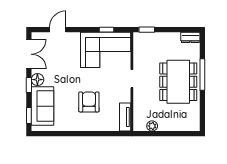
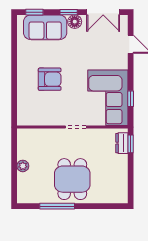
dresser: (190, 37) -> (122, 143), moved
window: (202, 74) -> (57, 206), moved
dining table: (178, 82) -> (72, 179), width x0.73
tv unit: (125, 117) -> (33, 120), removed
plant: (152, 126) -> (23, 166), moved

